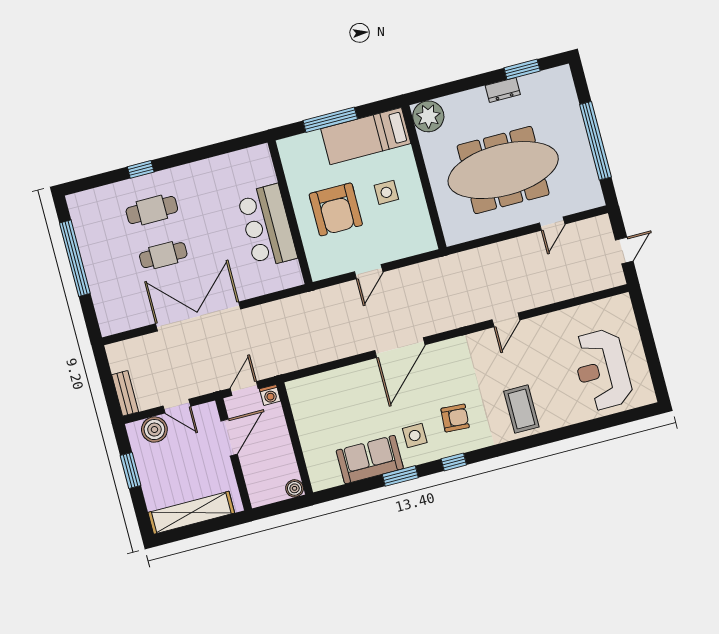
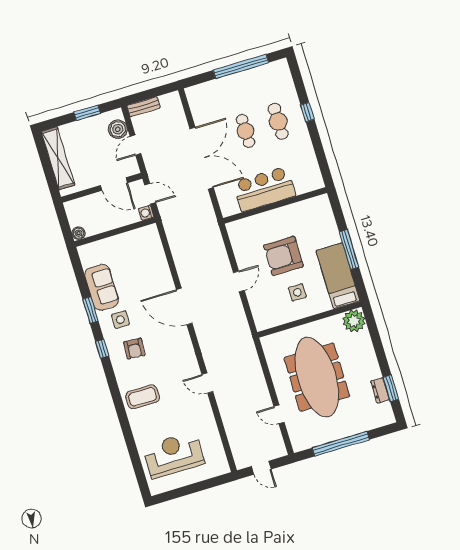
dresser: (503, 90) -> (380, 391), moved
wall: (290, 212) -> (275, 205), moved
bar counter: (267, 226) -> (264, 189), moved
door: (369, 272) -> (239, 282), swing flipped

